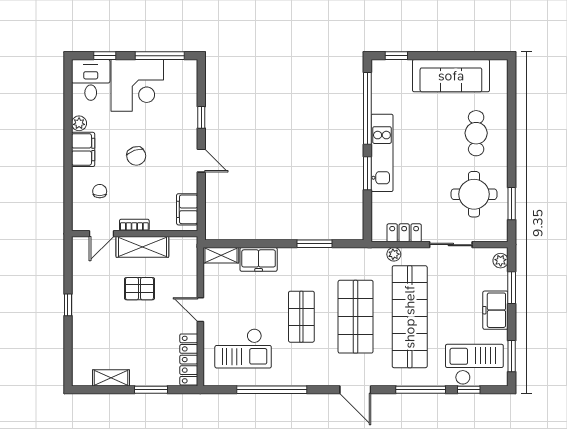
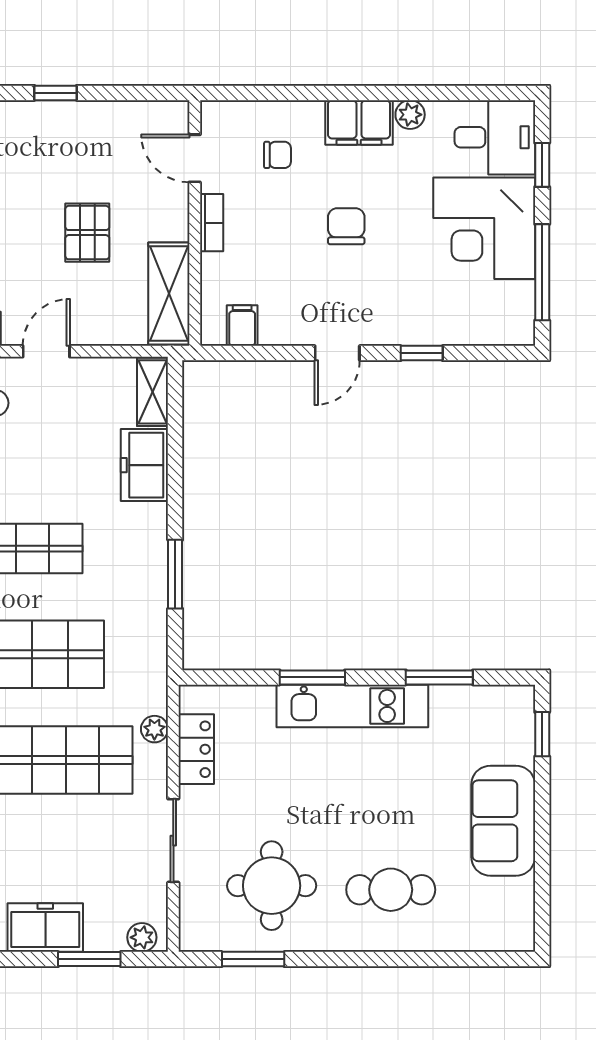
sofa: (451, 76) -> (503, 821), width x0.73
window: (367, 108) -> (439, 677), width x0.47
chair: (136, 156) -> (346, 226), turned 109
filing cabinet: (187, 209) -> (242, 326), width x0.50
shelving: (142, 247) -> (169, 294), moved

